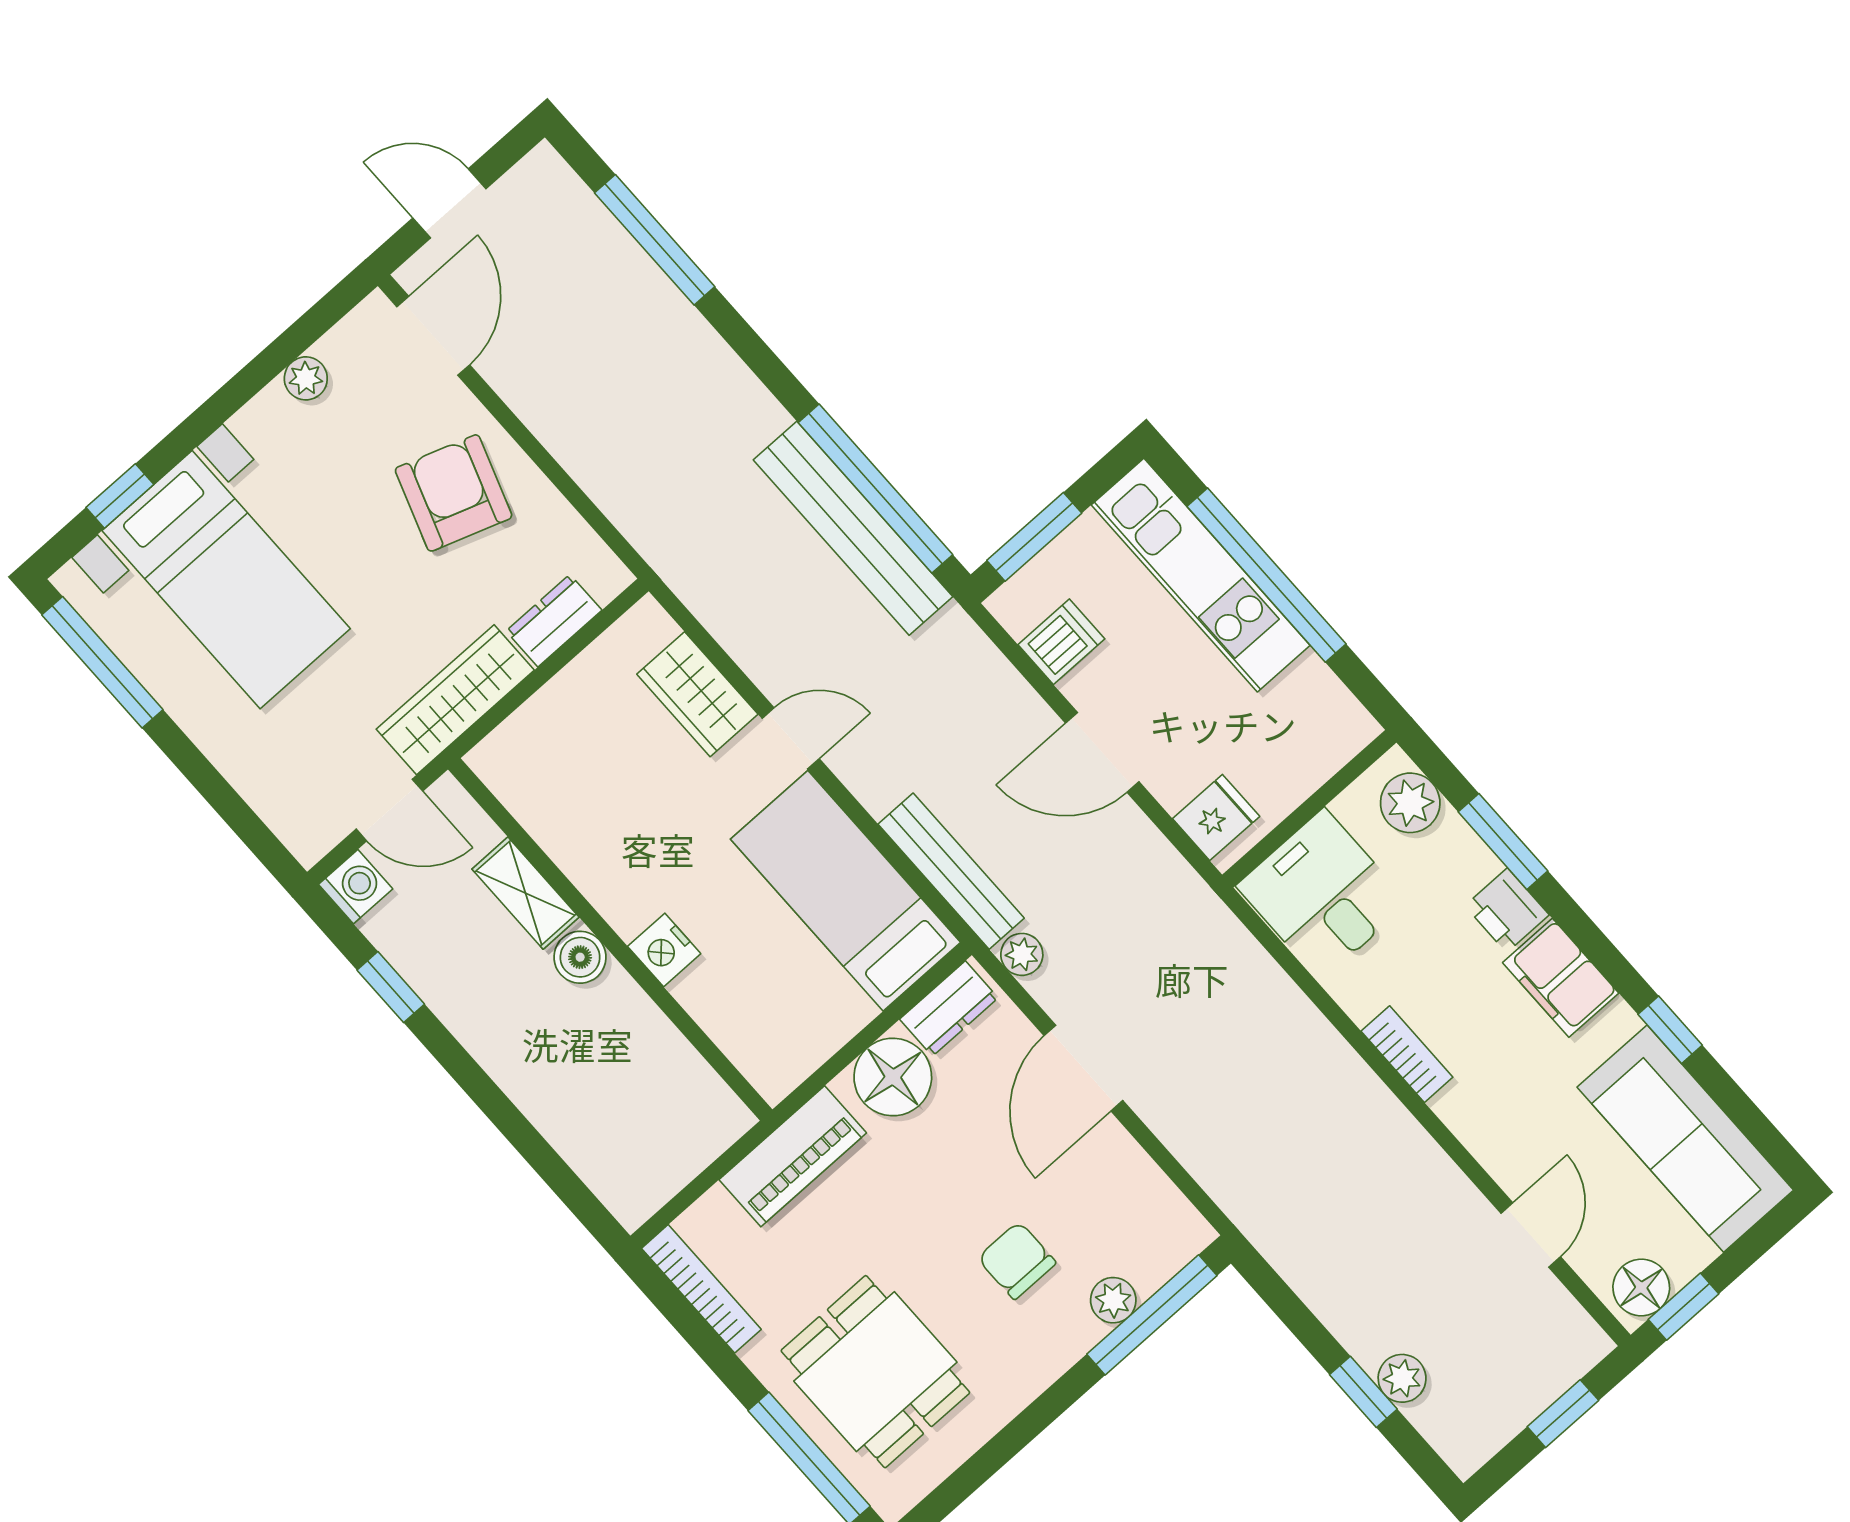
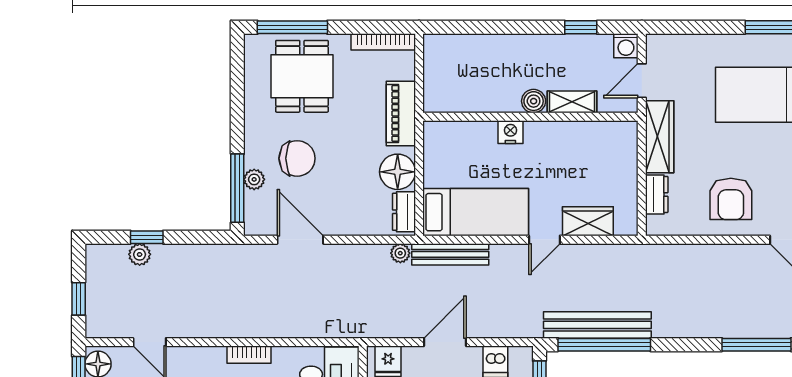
armchair: (454, 493) -> (731, 199), turned 71
door: (1083, 1068) -> (300, 240), moved
chair: (1017, 1260) -> (297, 158), width x1.37, depth x1.37
dining table: (875, 1372) -> (302, 76), turned 90

